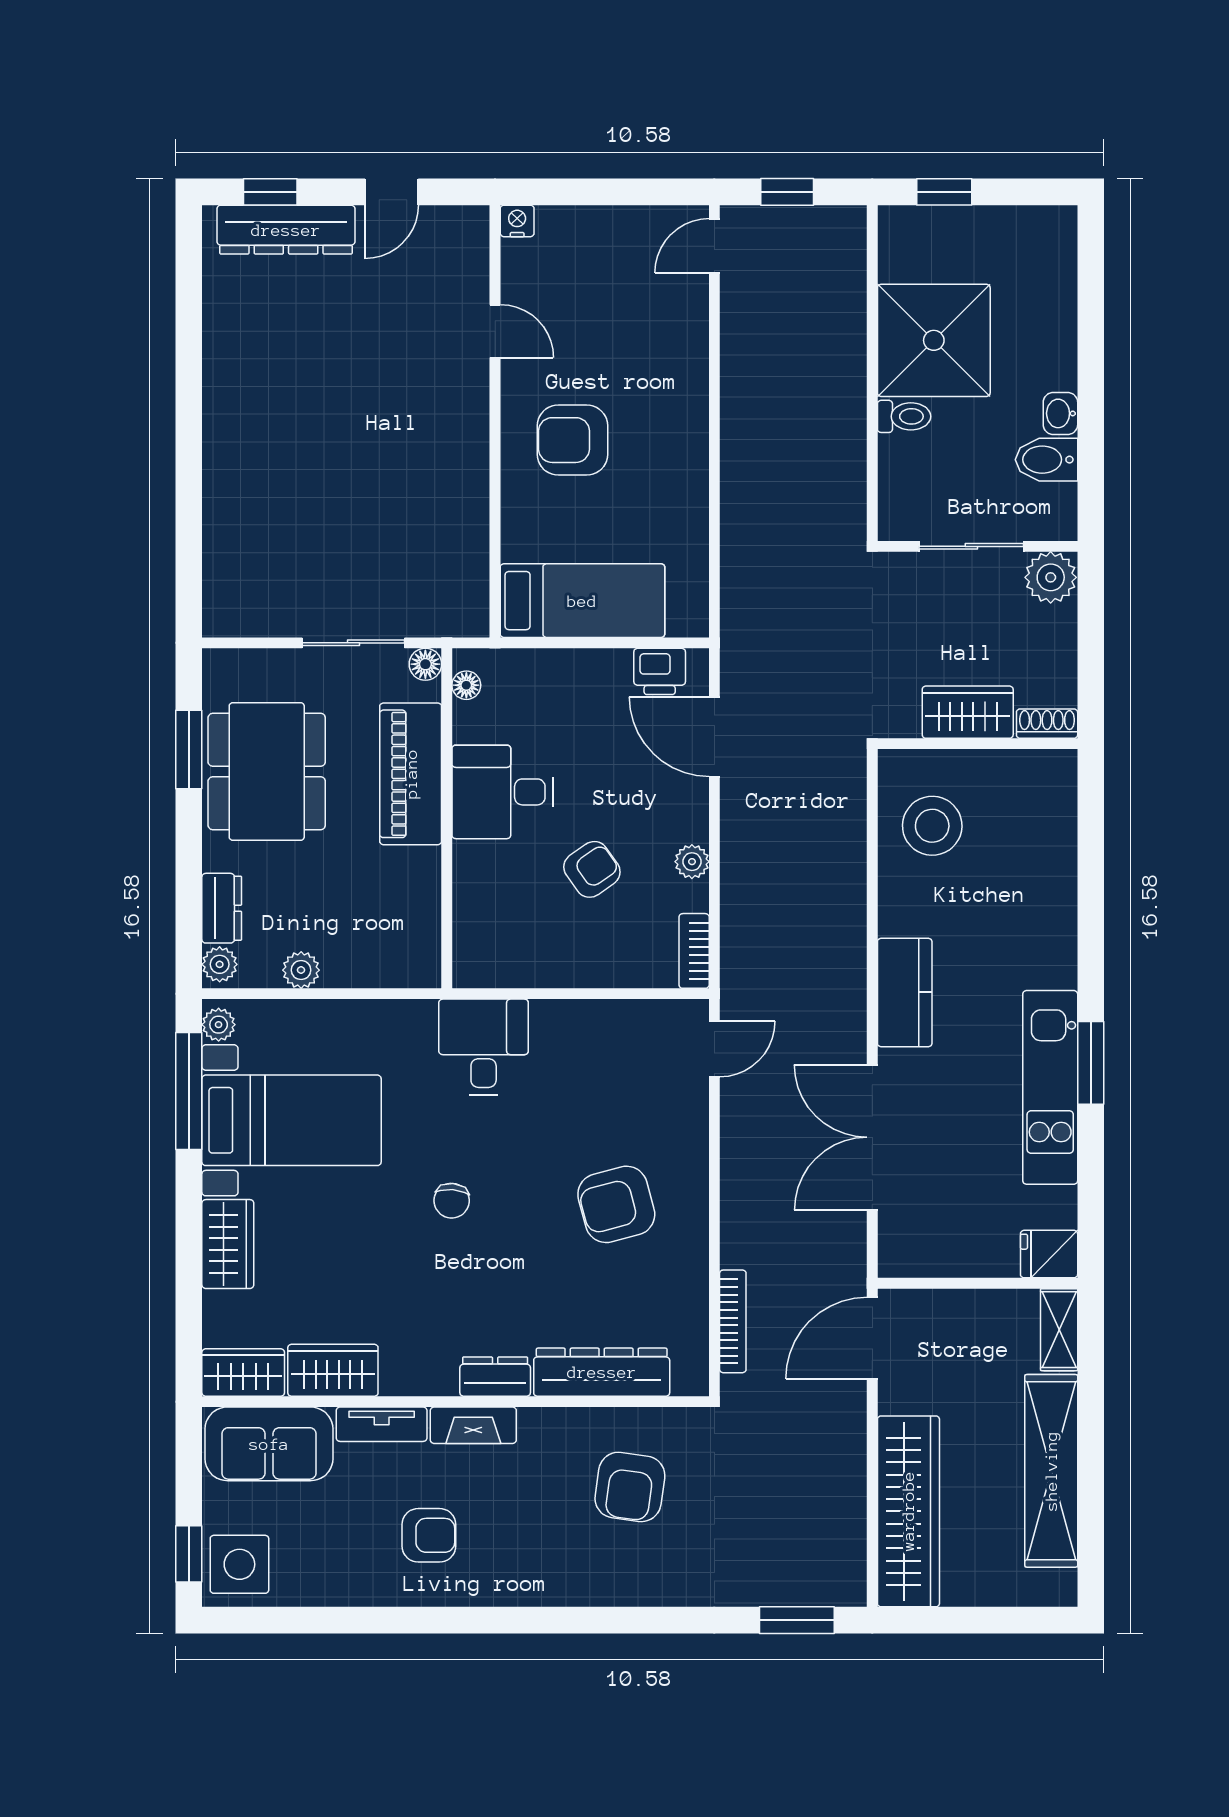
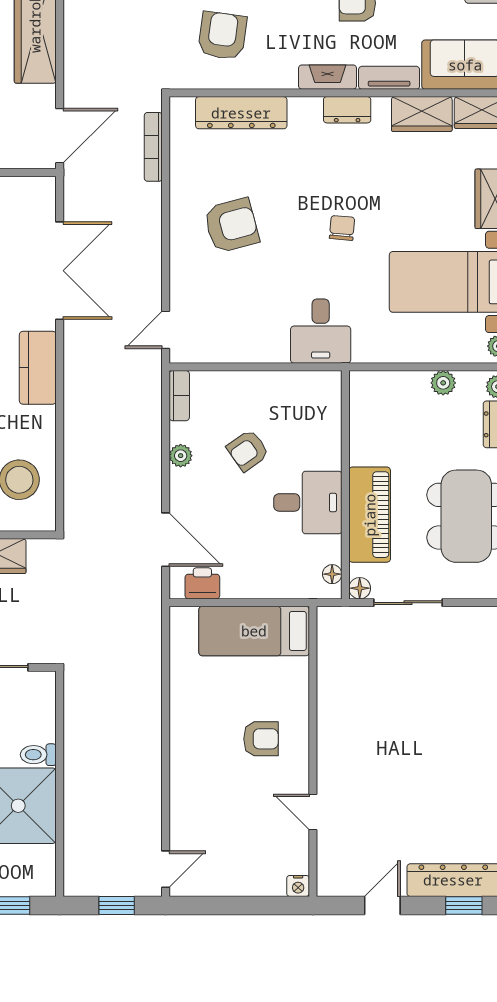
armchair: (572, 440) -> (261, 739), width x0.72, depth x0.72
dresser: (495, 1377) -> (347, 110), moved

